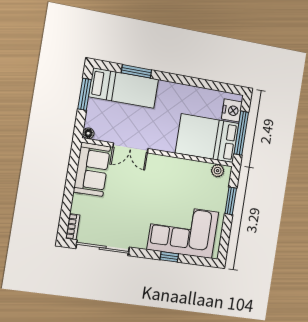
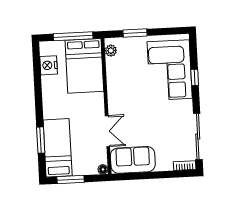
nightstand: (232, 110) -> (49, 65), moved, turned -90

